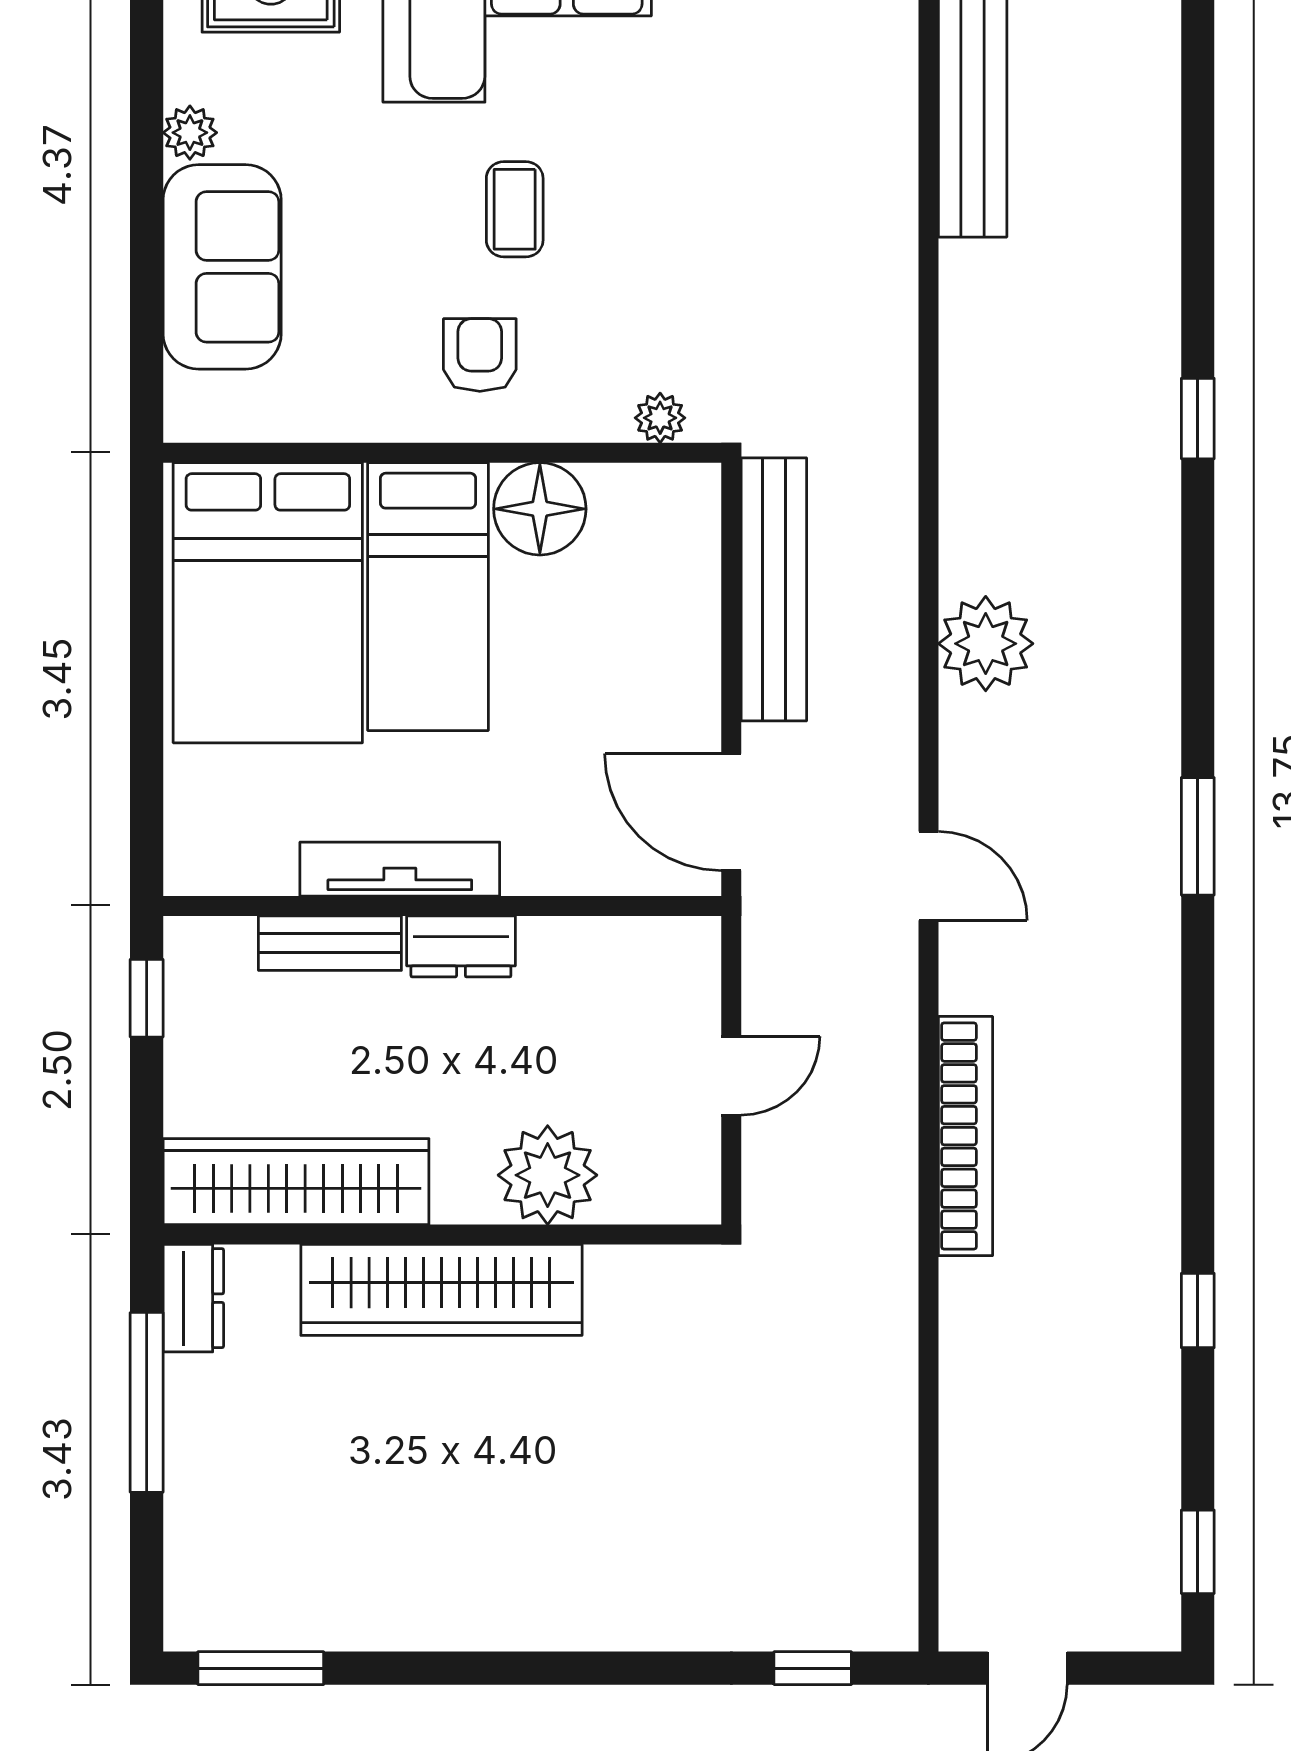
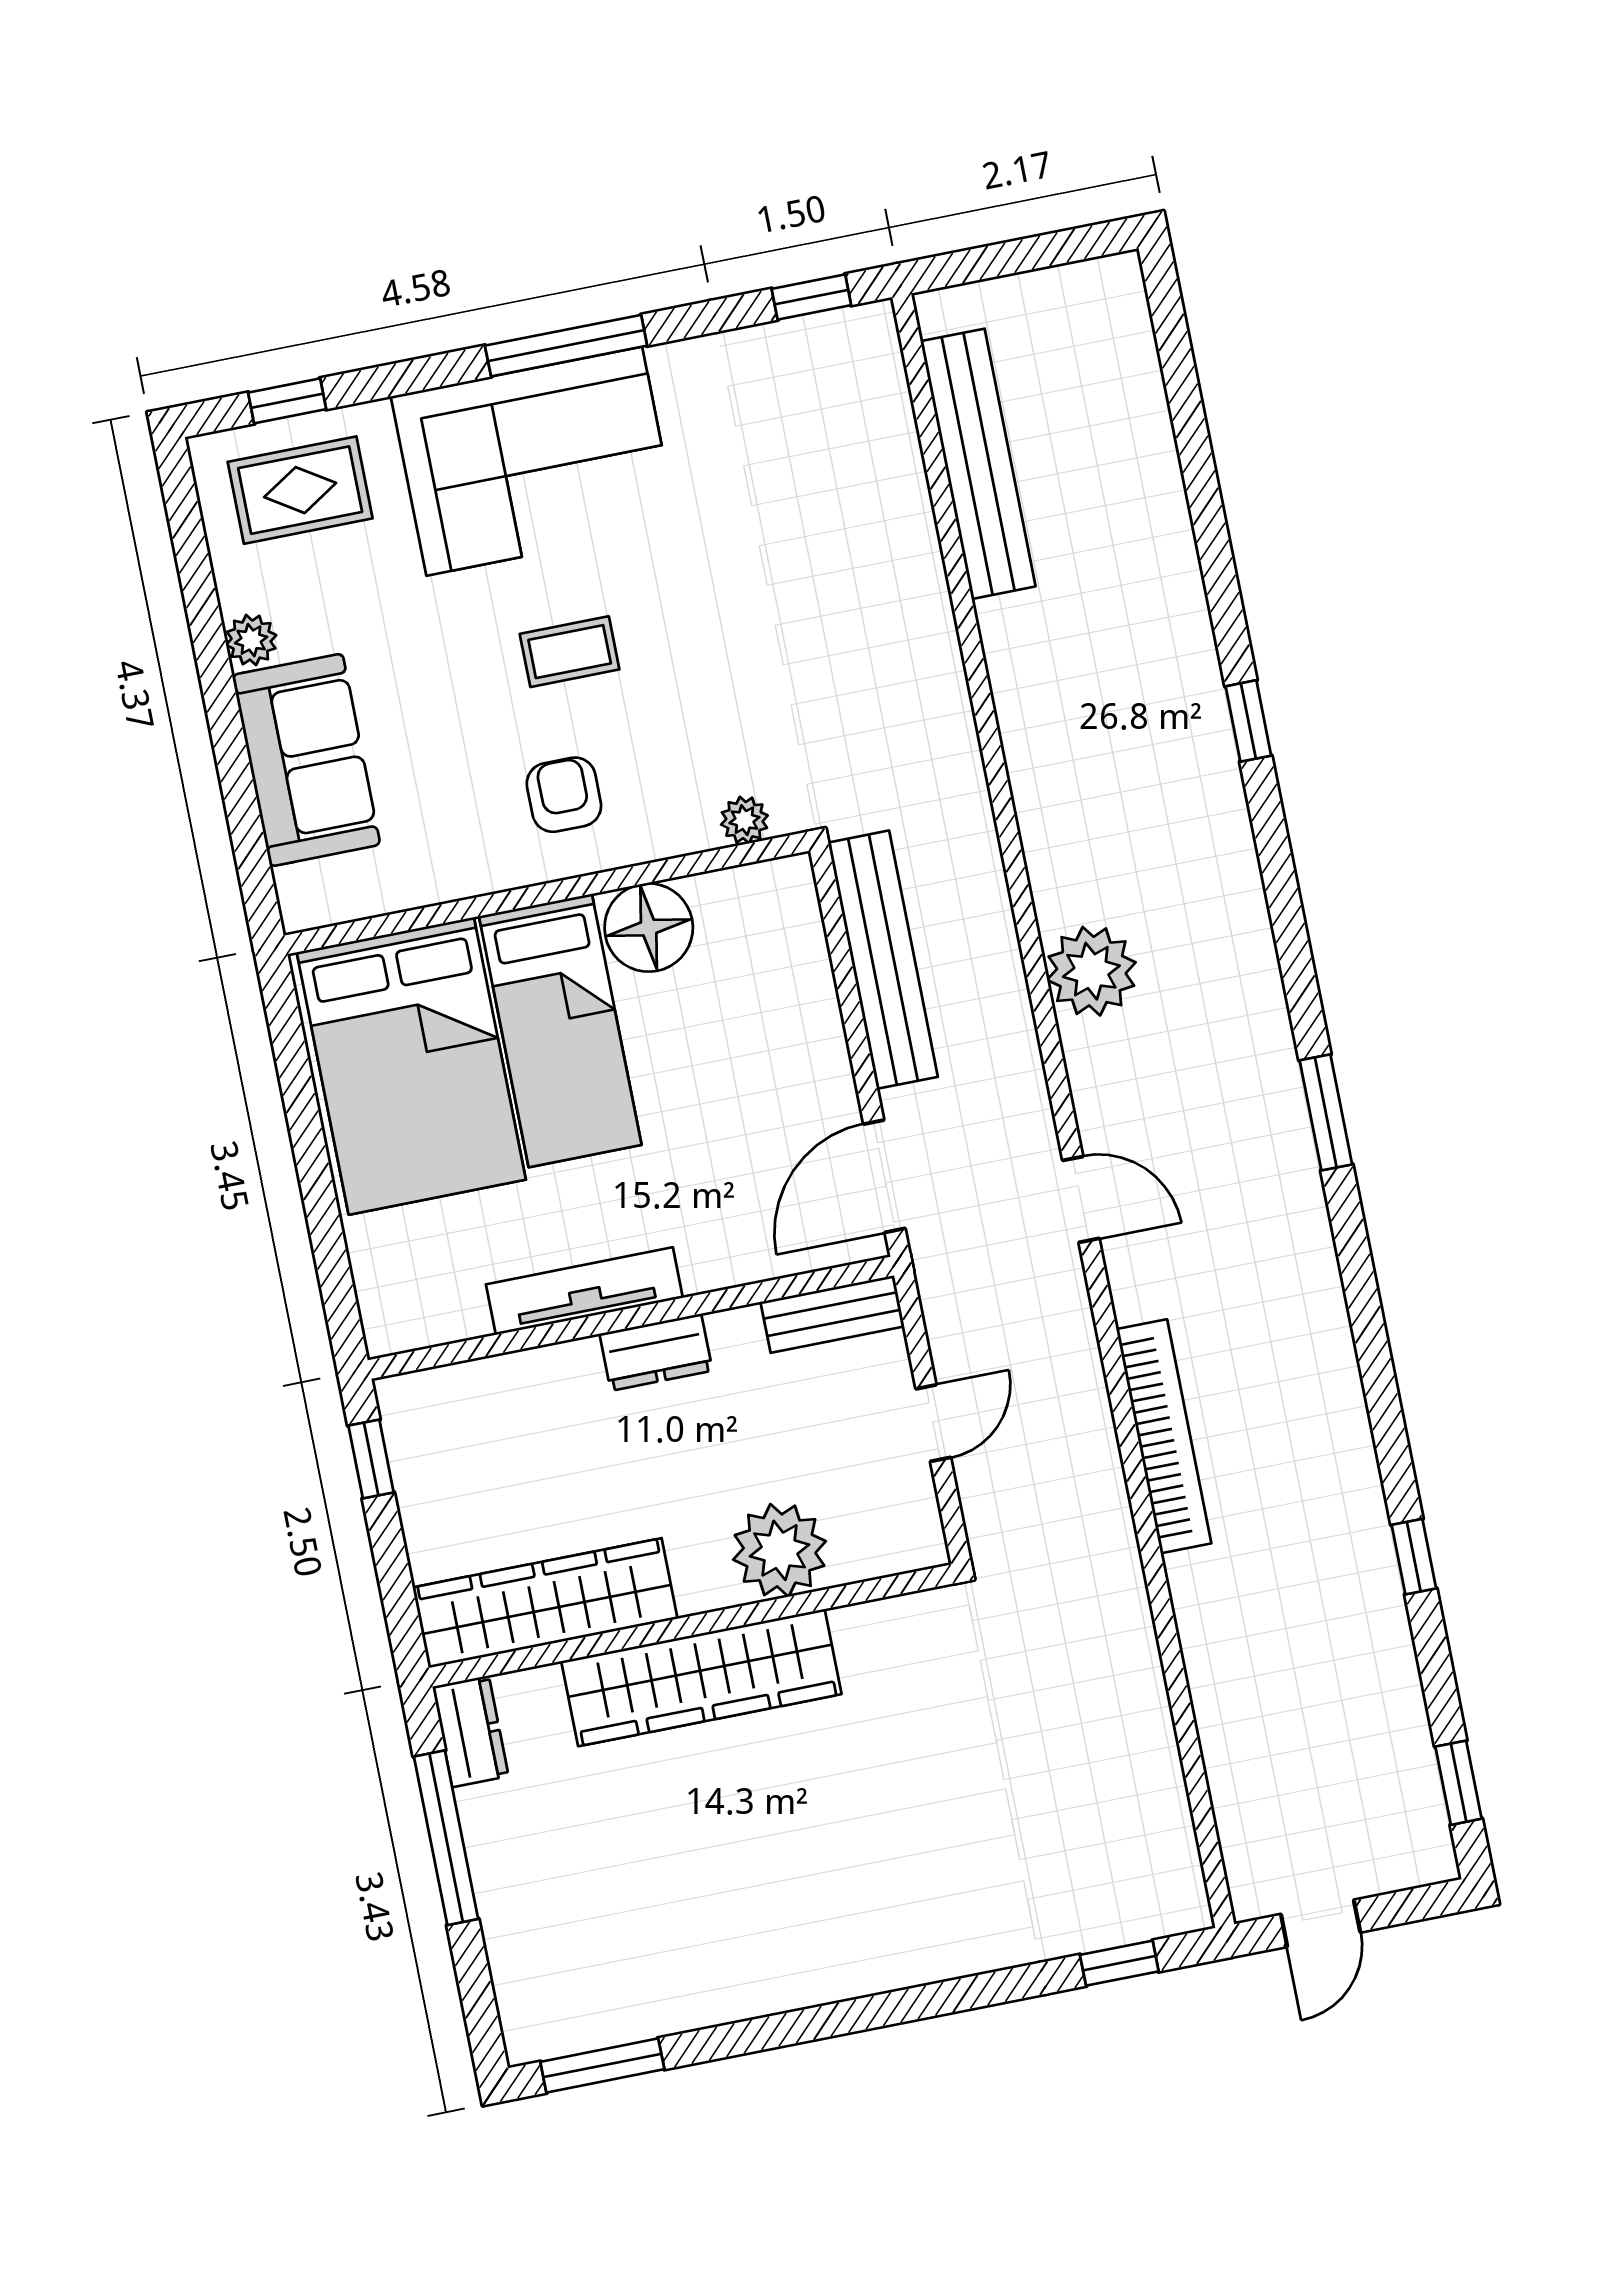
coffee table: (515, 209) -> (570, 652), turned 90
door: (731, 812) -> (884, 1176), hinge flipped
bench: (330, 943) -> (832, 1314), moved

